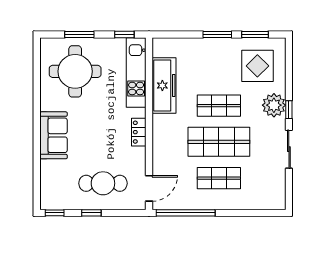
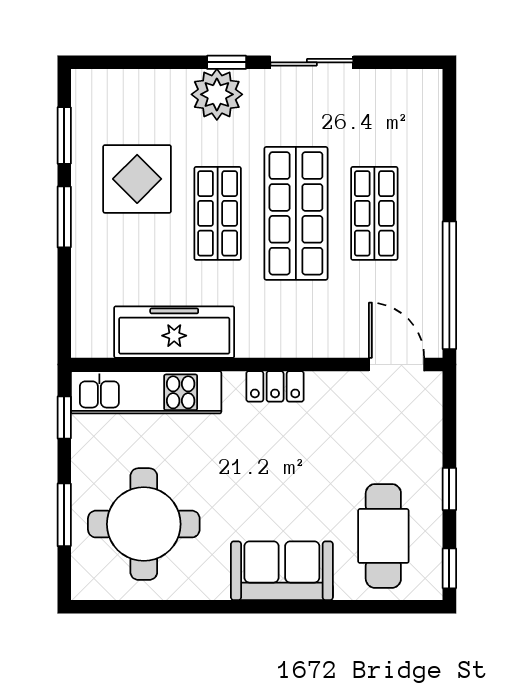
display table: (257, 66) -> (137, 179), moved
cafe table: (103, 183) -> (383, 536), moved

